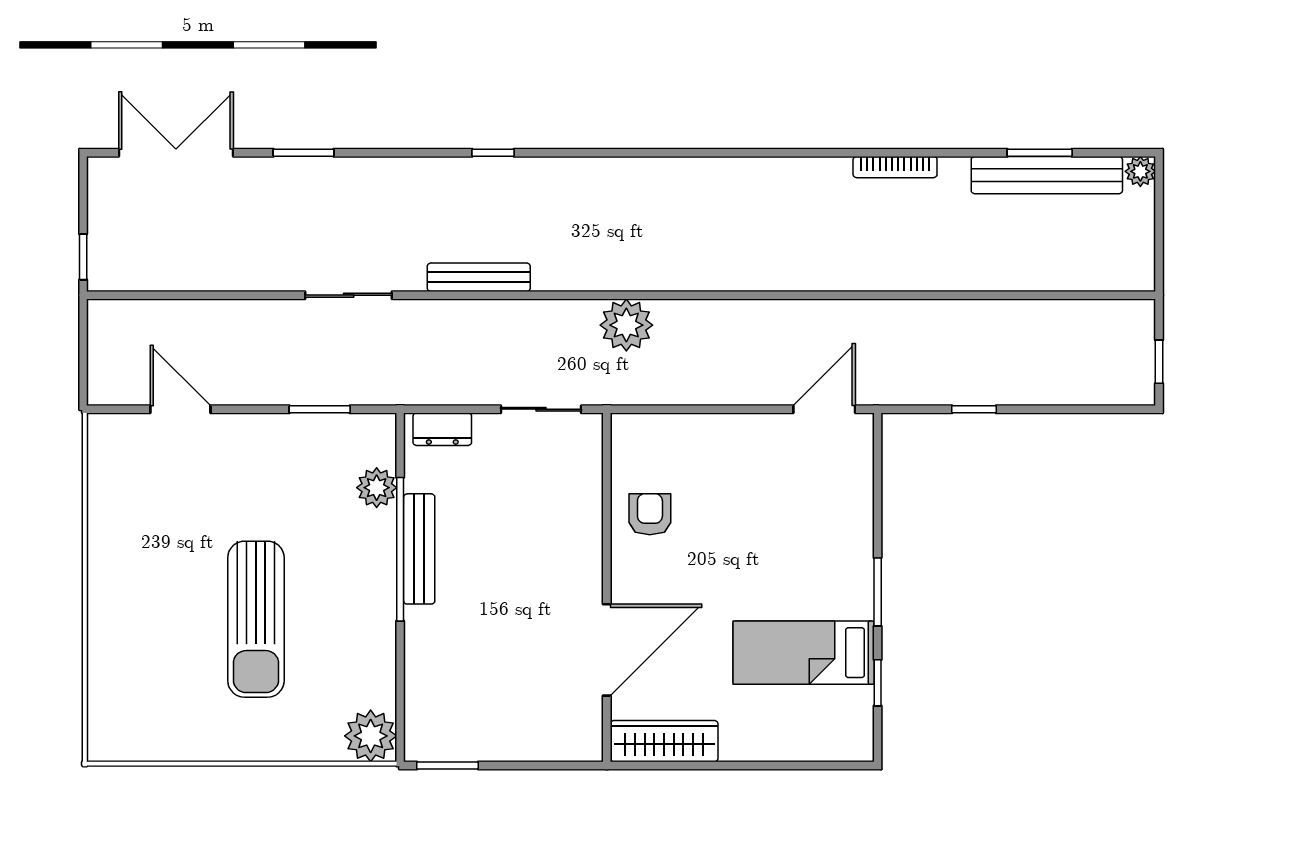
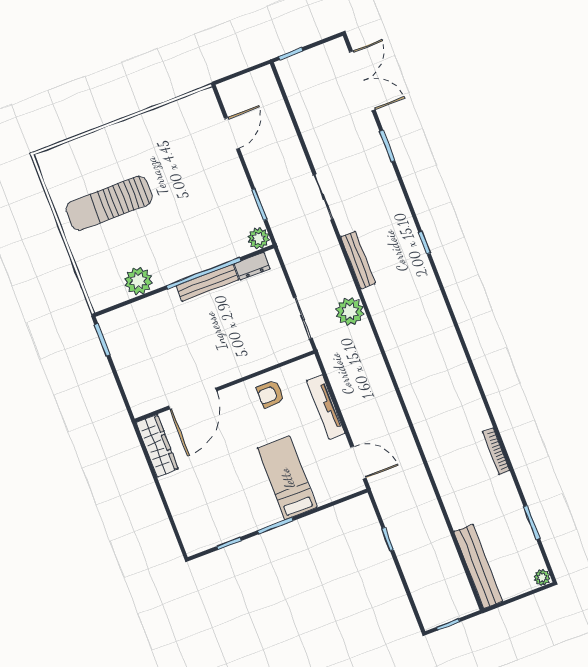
bench: (1047, 175) -> (478, 566), moved
plant: (626, 325) -> (350, 311), moved
tv unit: (708, 428) -> (326, 407), added
dresser: (442, 429) -> (252, 266), moved, turned -90
plant: (377, 488) -> (258, 238), moved
armchair: (650, 514) -> (270, 394), turned 180
sun lounger: (256, 619) -> (109, 203), moved
door: (607, 650) -> (193, 399), hinge flipped
bed: (804, 653) -> (287, 478), moved
plant: (371, 736) -> (138, 281), moved

